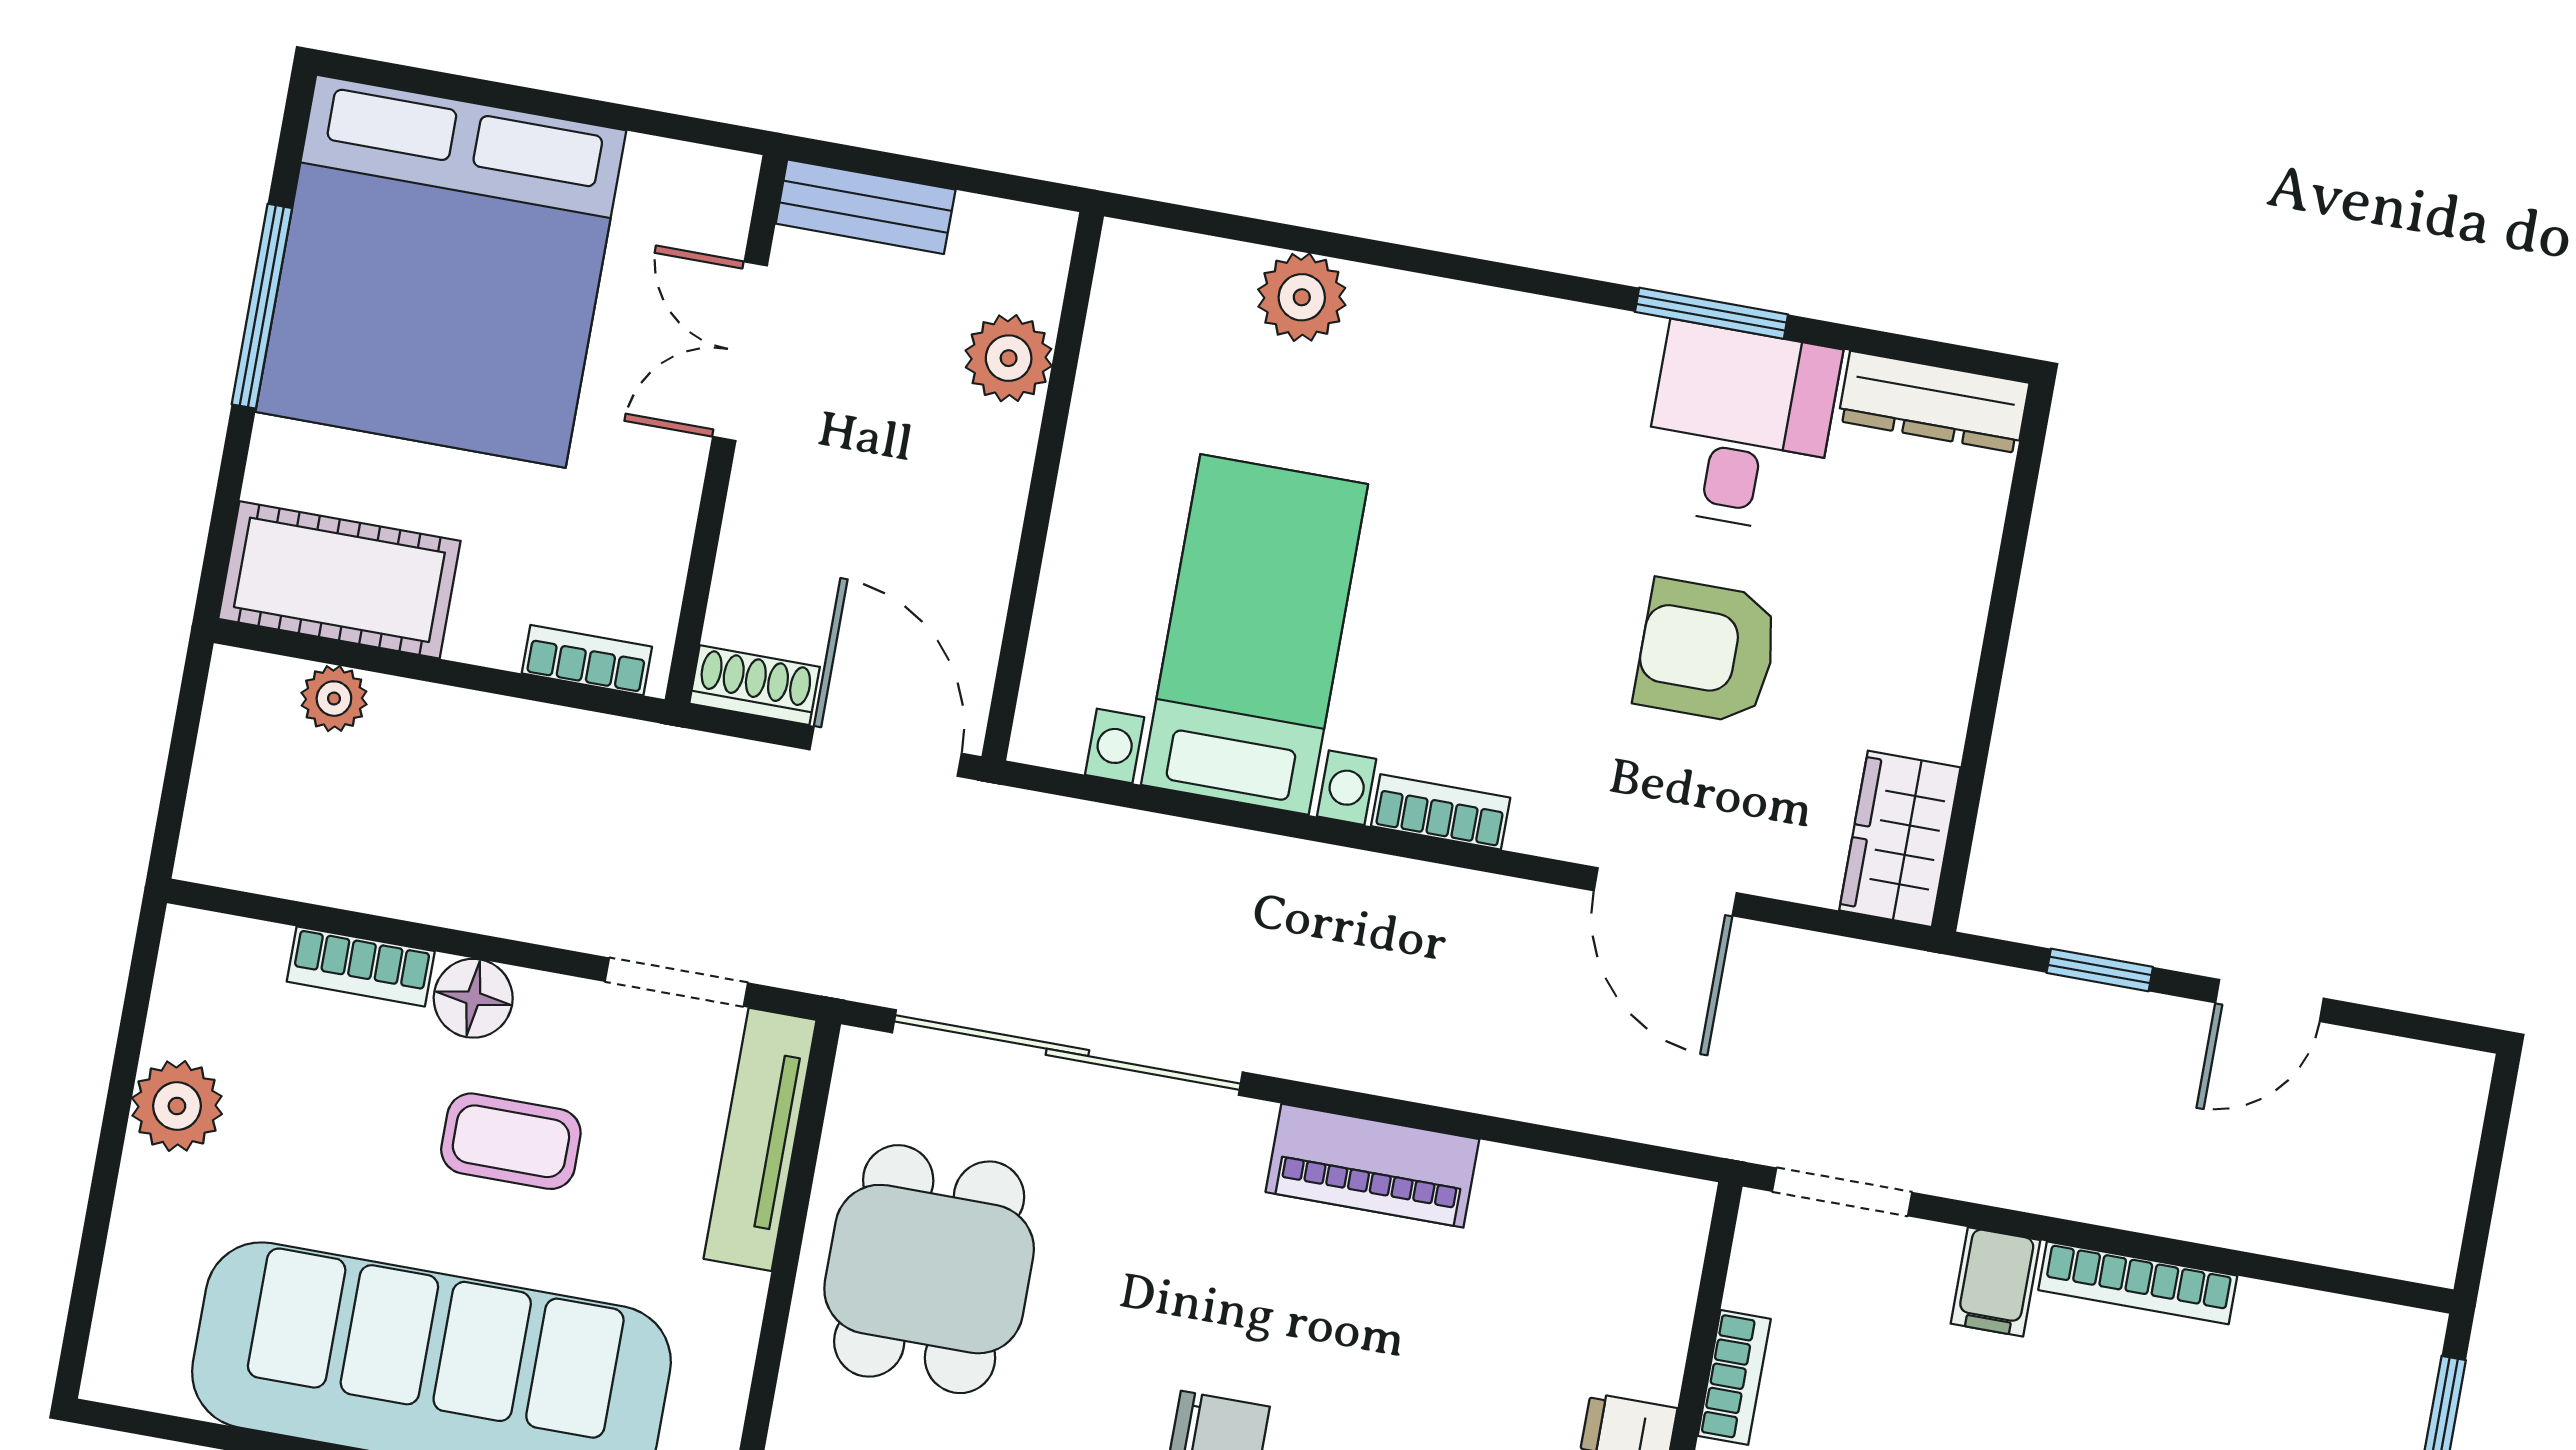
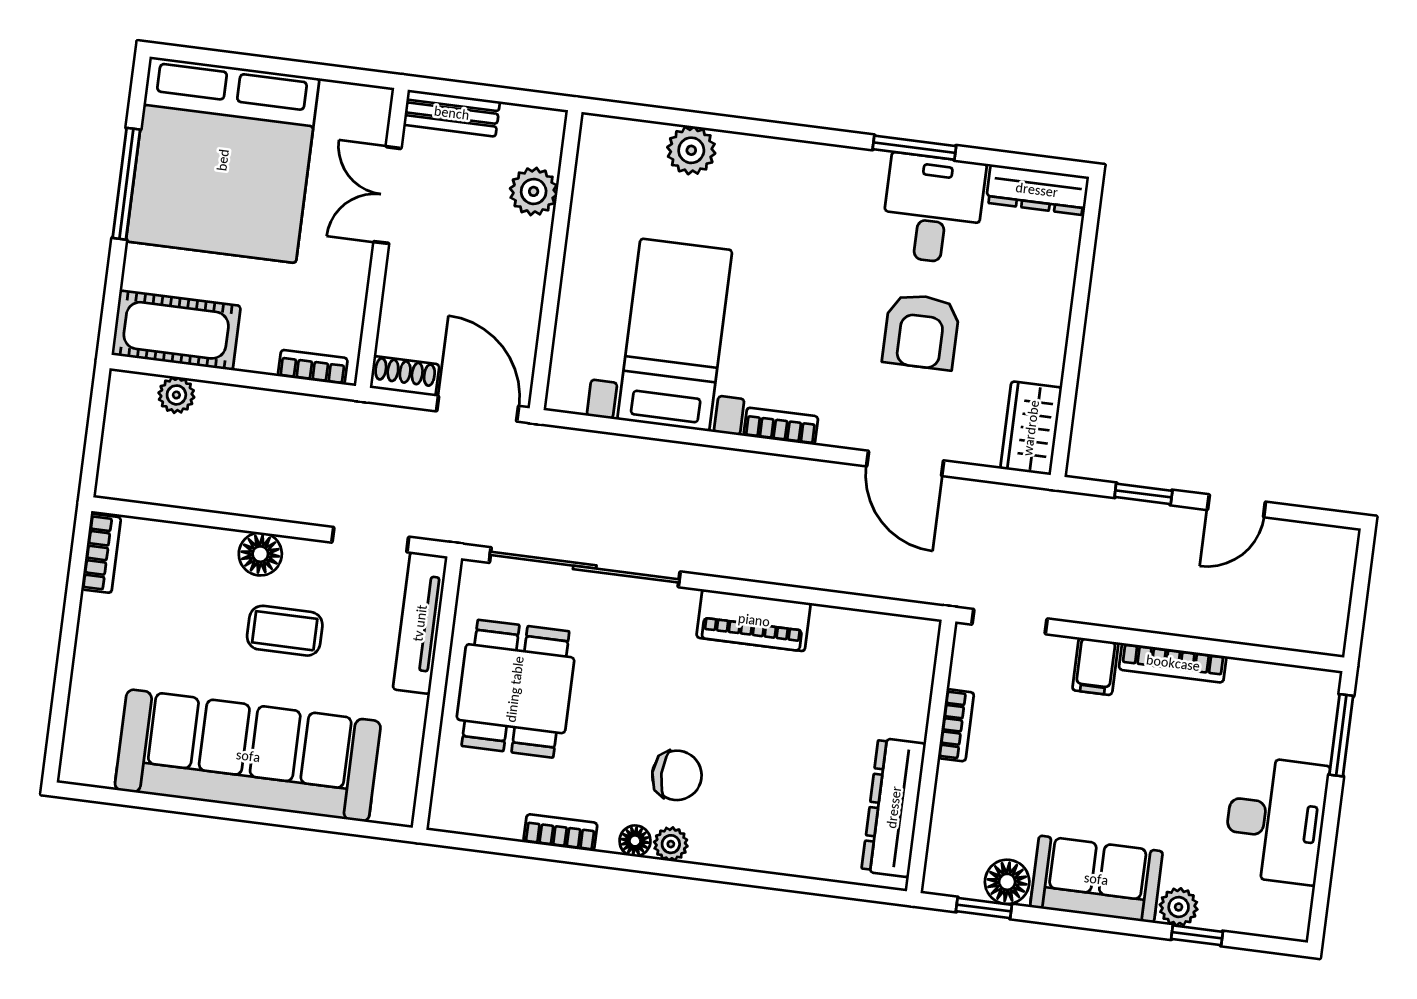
armchair: (1707, 651) -> (921, 331), turned -90
bookcase: (361, 966) -> (101, 553), moved, turned -90
plant: (177, 1106) -> (102, 621), removed

